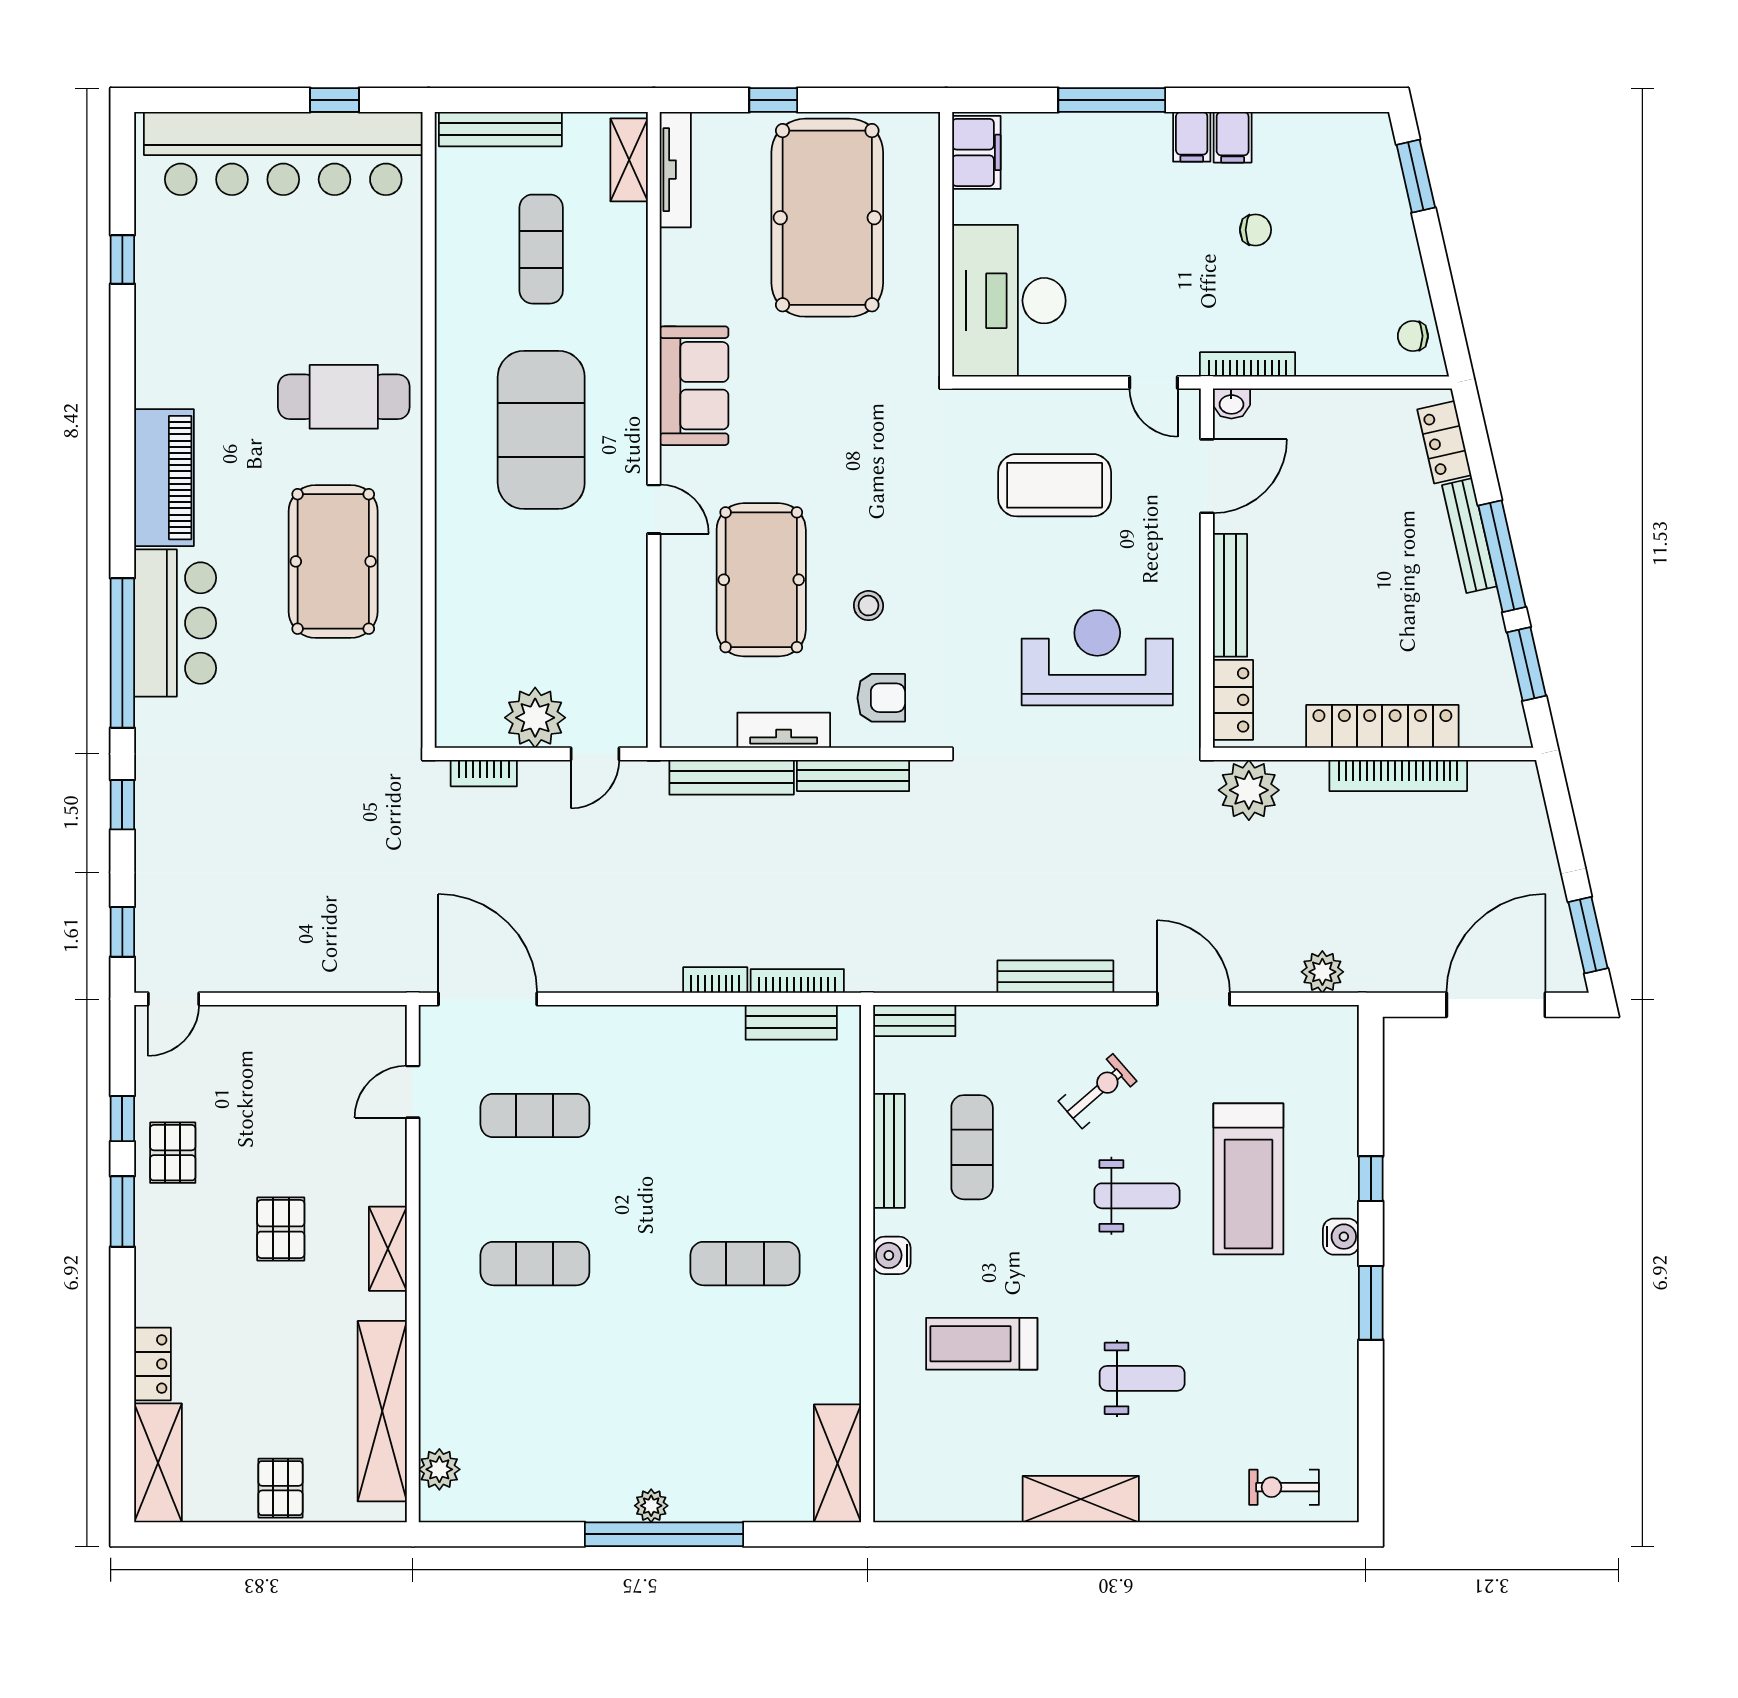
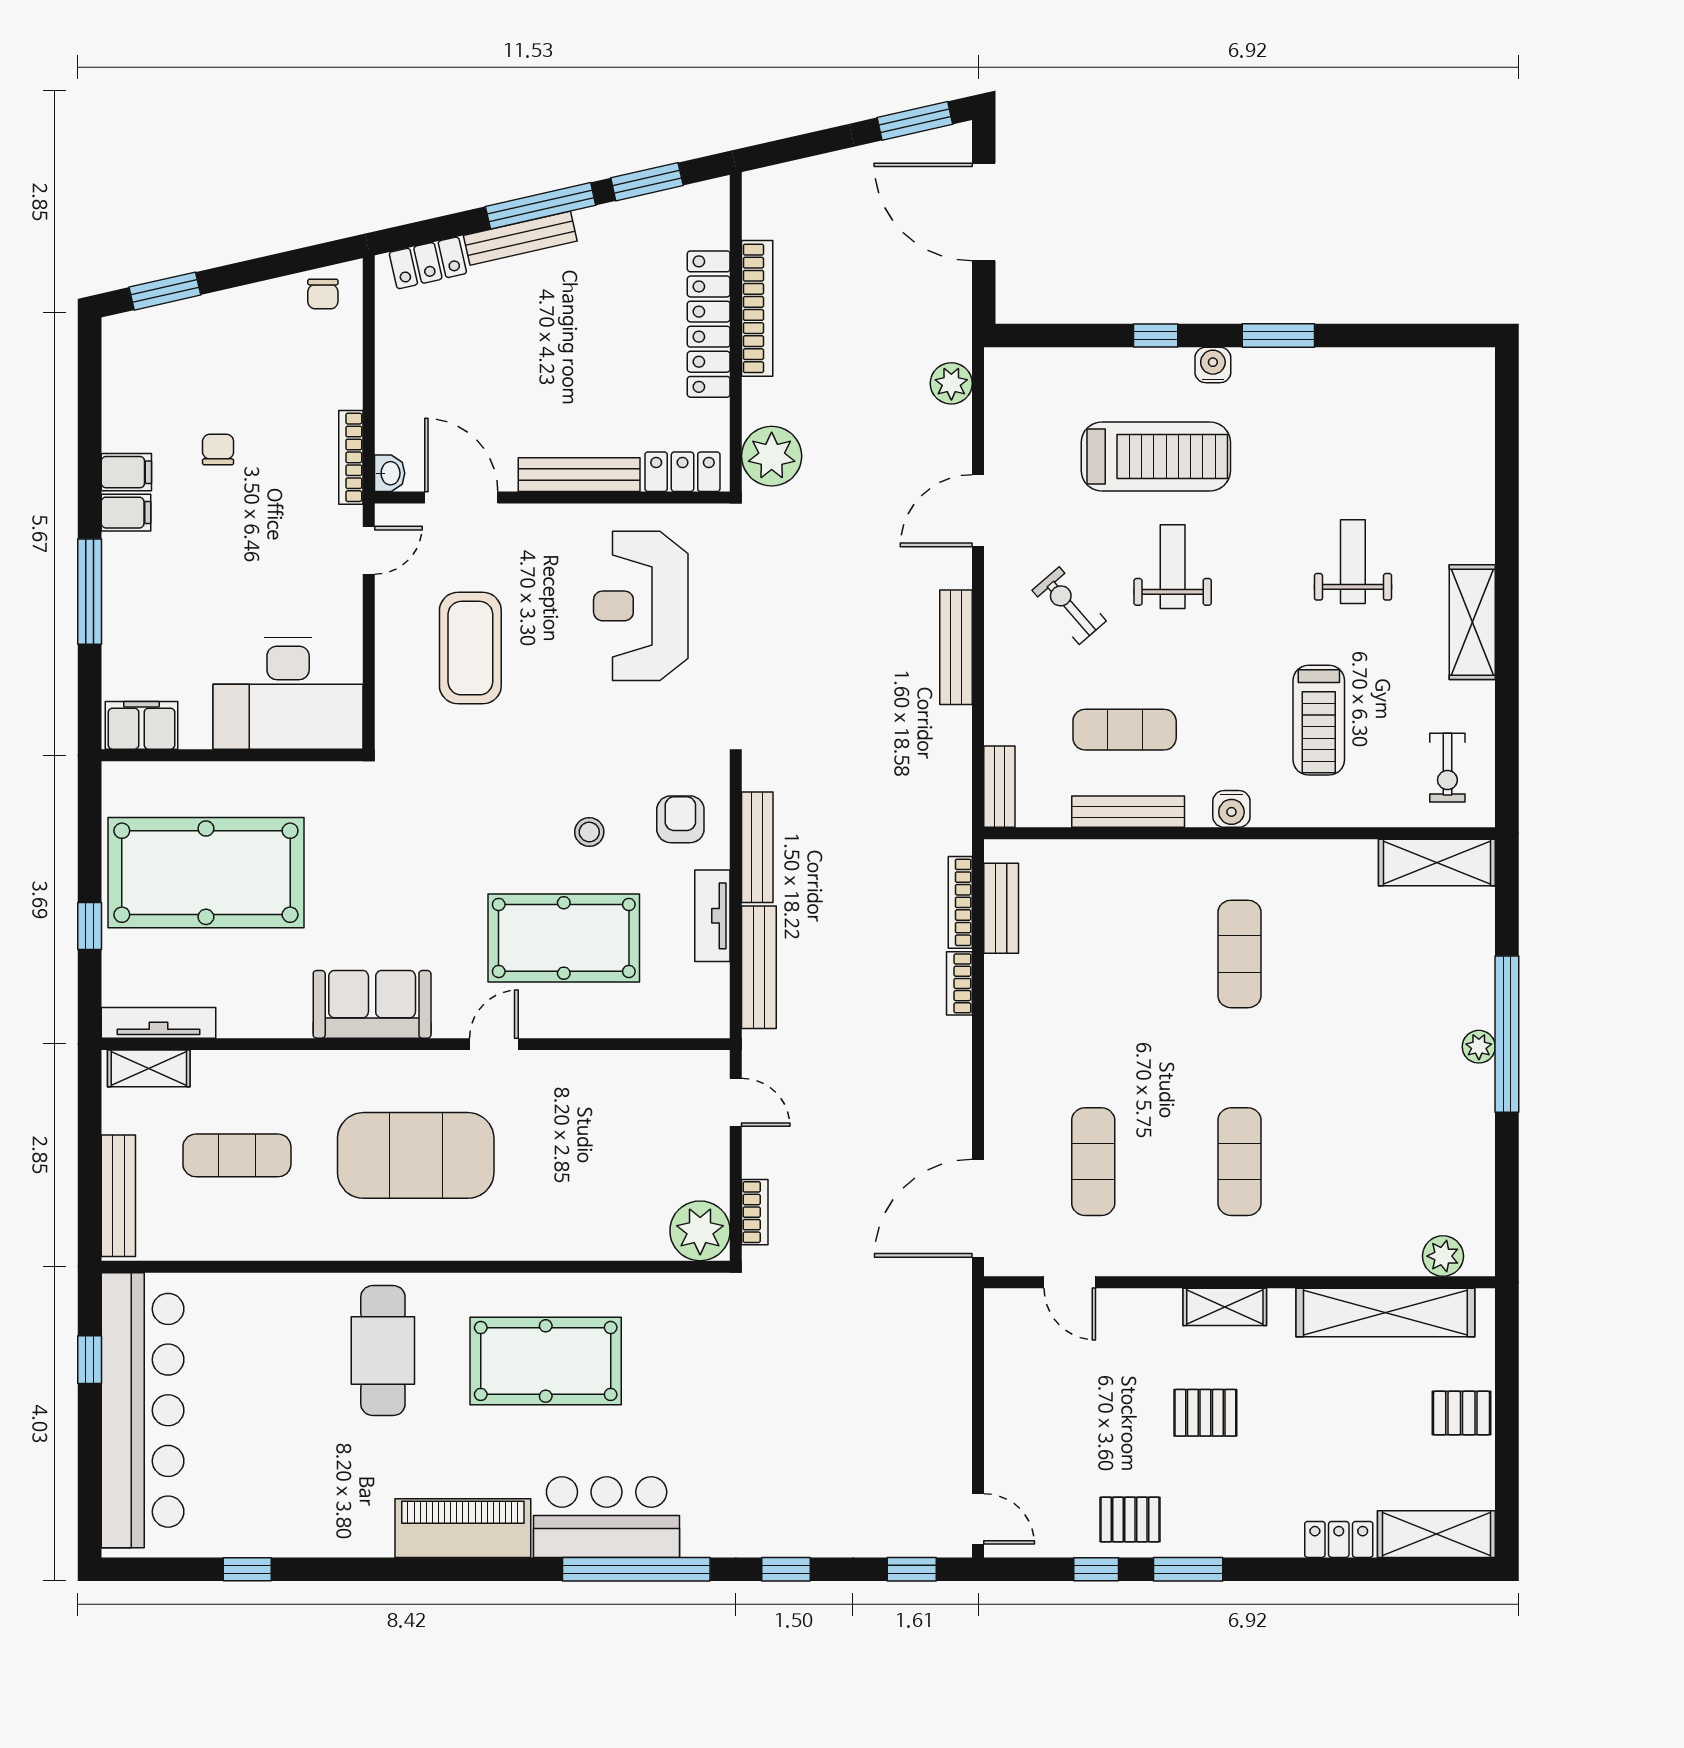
plant: (535, 718) -> (700, 1231), moved
exercise bike: (1284, 1487) -> (1447, 768), moved

